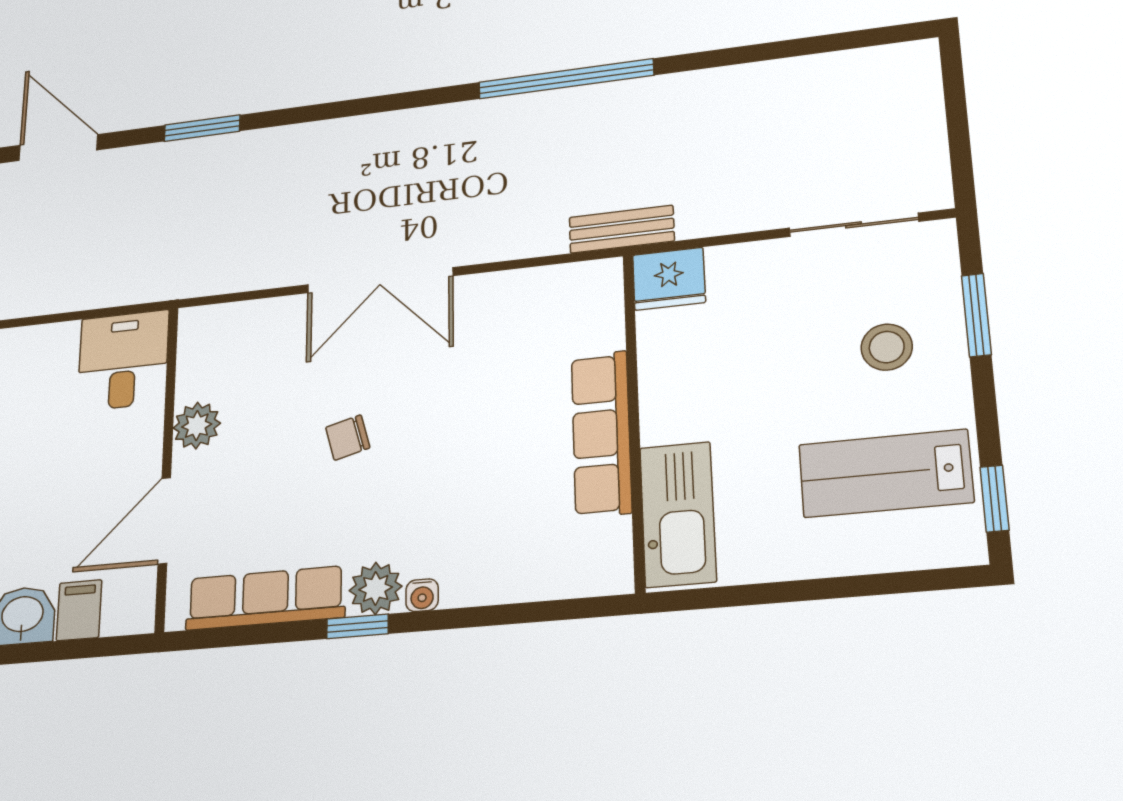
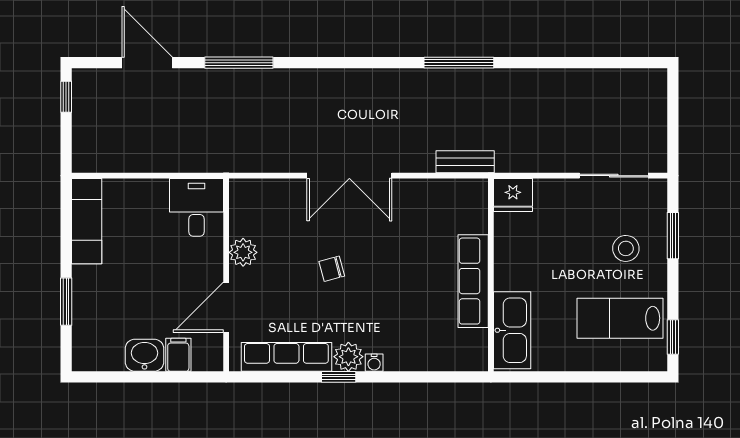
window: (566, 79) -> (459, 63), width x0.68
window: (202, 128) -> (239, 63), width x1.44
bench: (622, 229) -> (465, 162), moved

